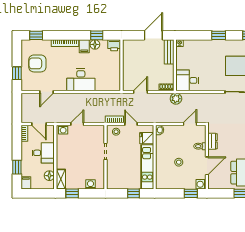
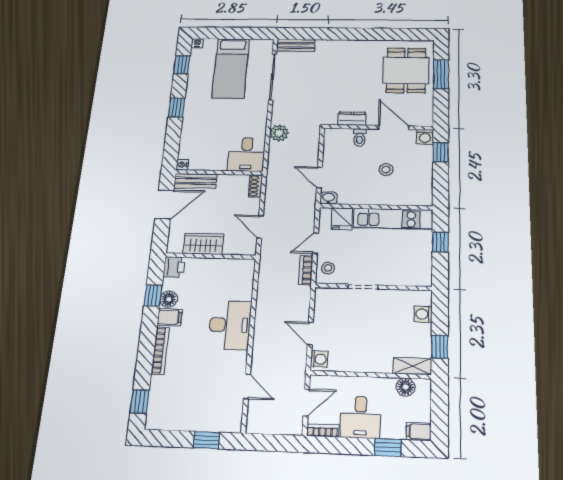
door: (153, 35) -> (164, 204), swing flipped
wardrobe: (129, 61) -> (203, 244), added
armchair: (37, 63) -> (192, 401), removed
plant: (176, 99) -> (279, 133), moved
door: (190, 124) -> (319, 177), moved
desk: (43, 153) -> (360, 417), moved, turned 180

